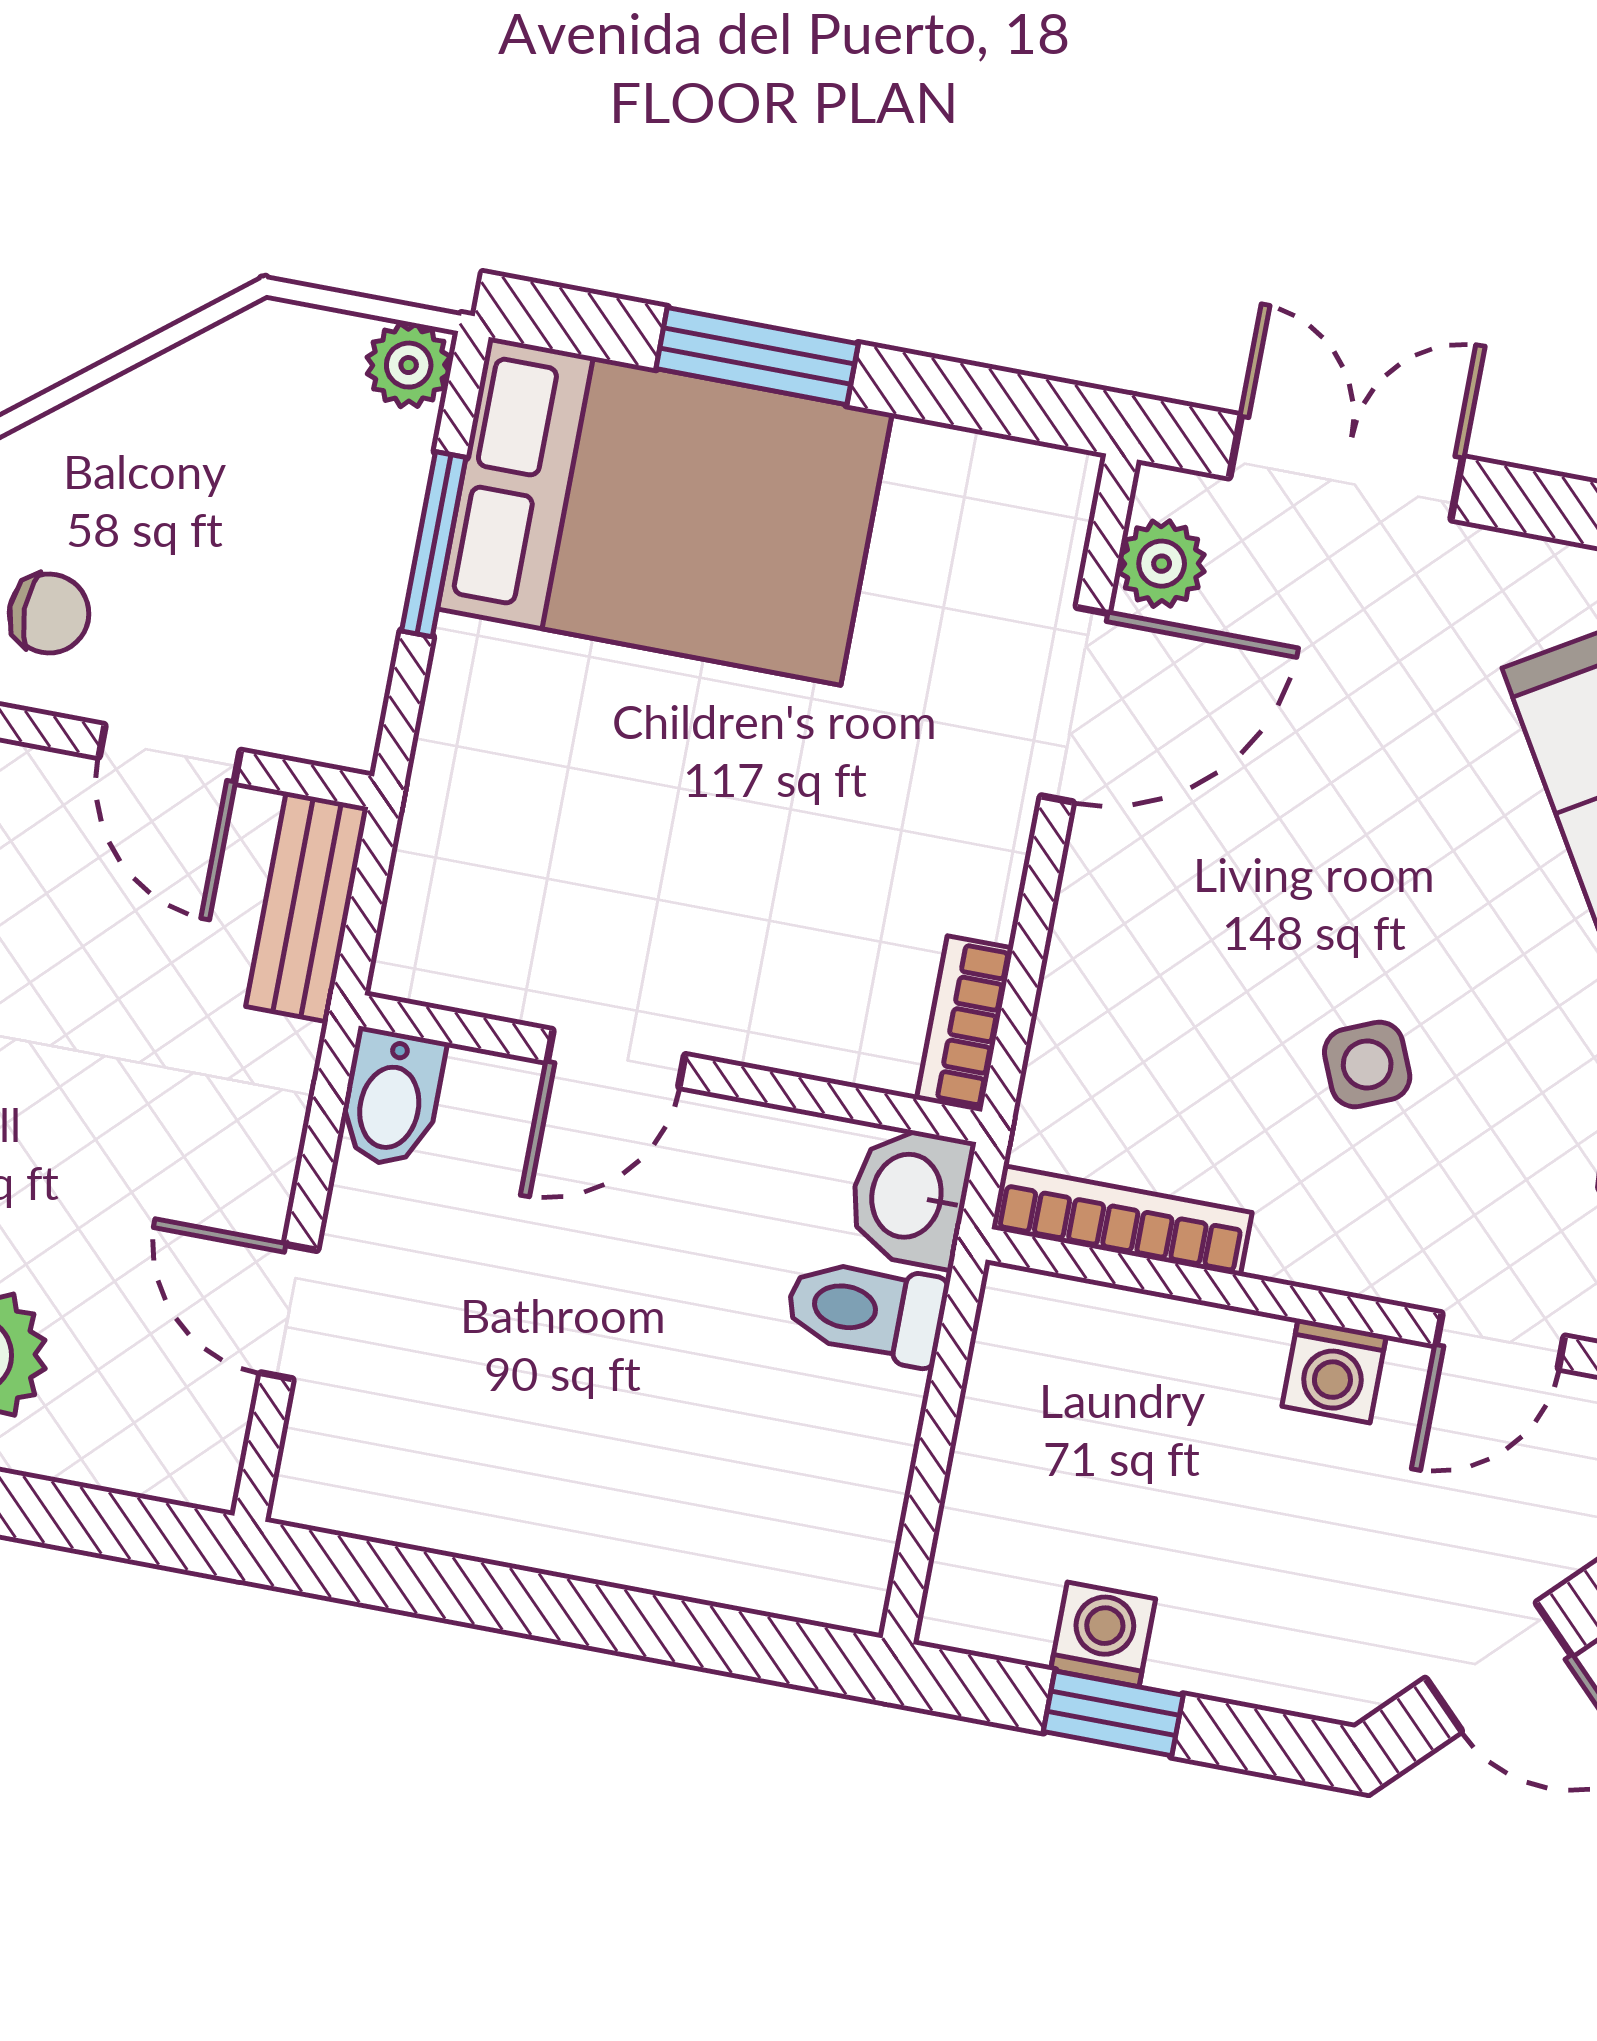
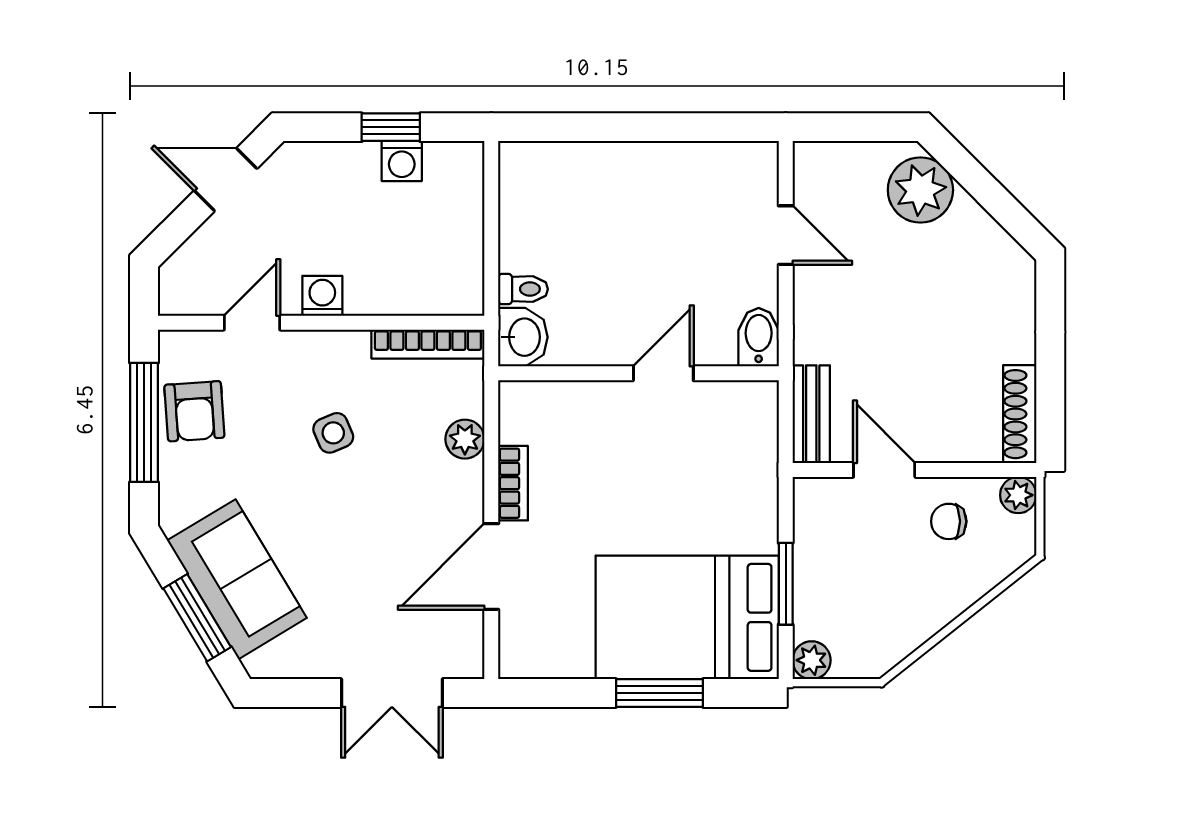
plant: (1162, 564) -> (465, 439), moved
bookcase: (965, 1024) -> (513, 483), moved
toilet: (866, 1311) -> (523, 289), width x0.73, depth x0.72

